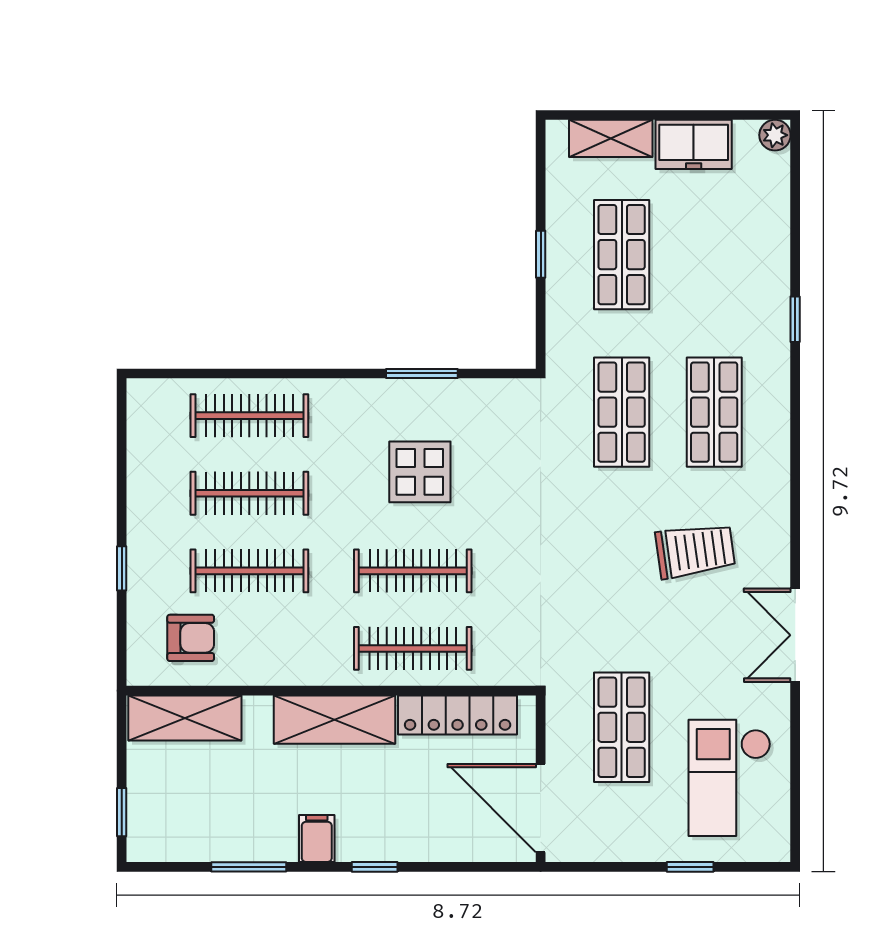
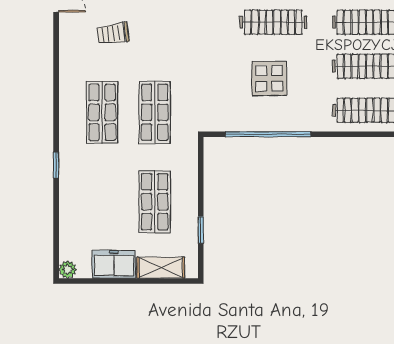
window: (541, 254) -> (201, 230), moved
window: (422, 373) -> (268, 134), width x2.11
trolley: (695, 551) -> (113, 34), width x0.73, depth x0.72

